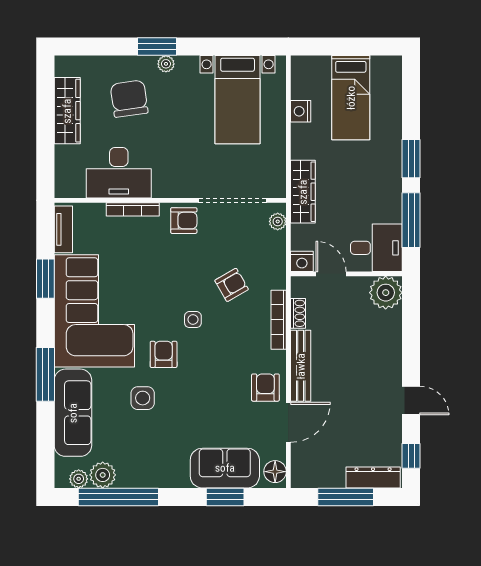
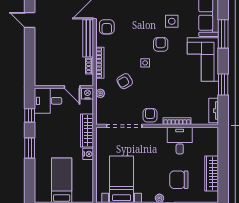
chair: (129, 99) -> (179, 180), turned 98
nightstand: (301, 111) -> (88, 154), moved
desk: (119, 173) -> (180, 141), width x0.73
window: (411, 220) -> (30, 115), width x0.46
armchair: (184, 221) -> (150, 115), turned 90
plant: (278, 221) -> (100, 93), moved
plant: (386, 293) -> (43, 77), removed
corner sofa: (94, 311) -> (203, 59), width x0.73, depth x0.74
armchair: (164, 354) -> (161, 44), turned 180

